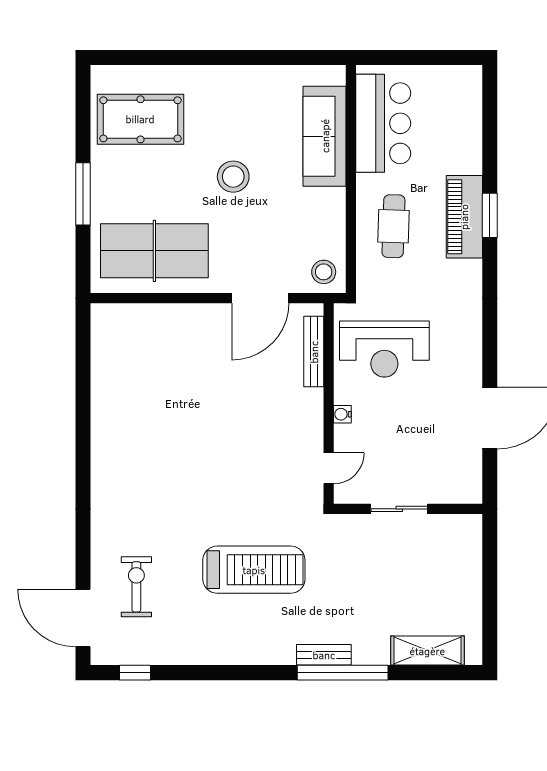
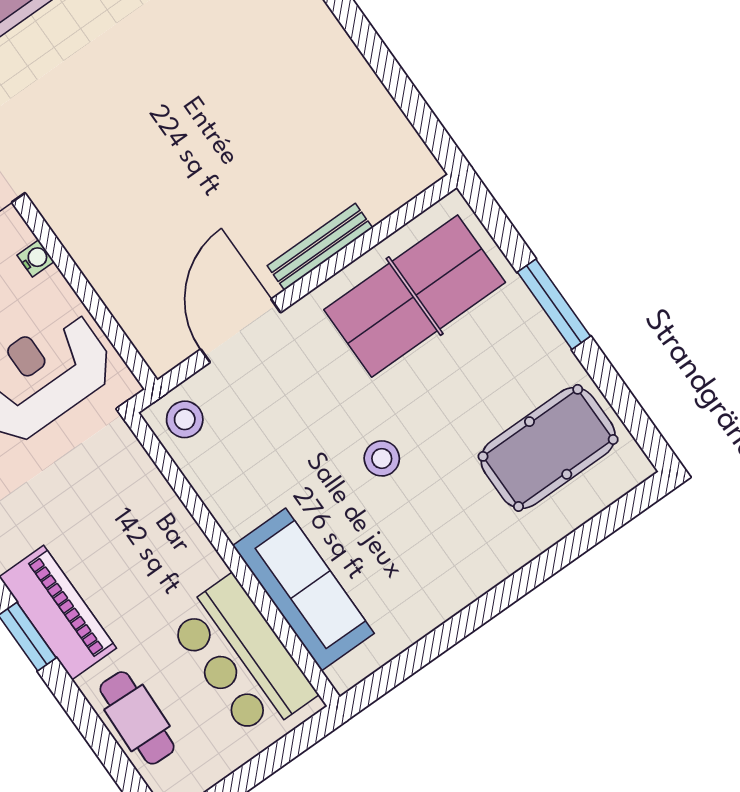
stool: (233, 177) -> (382, 458), width x0.73, depth x0.73
cafe table: (393, 226) -> (137, 718), moved
bench: (314, 352) -> (320, 247), moved, turned 90

